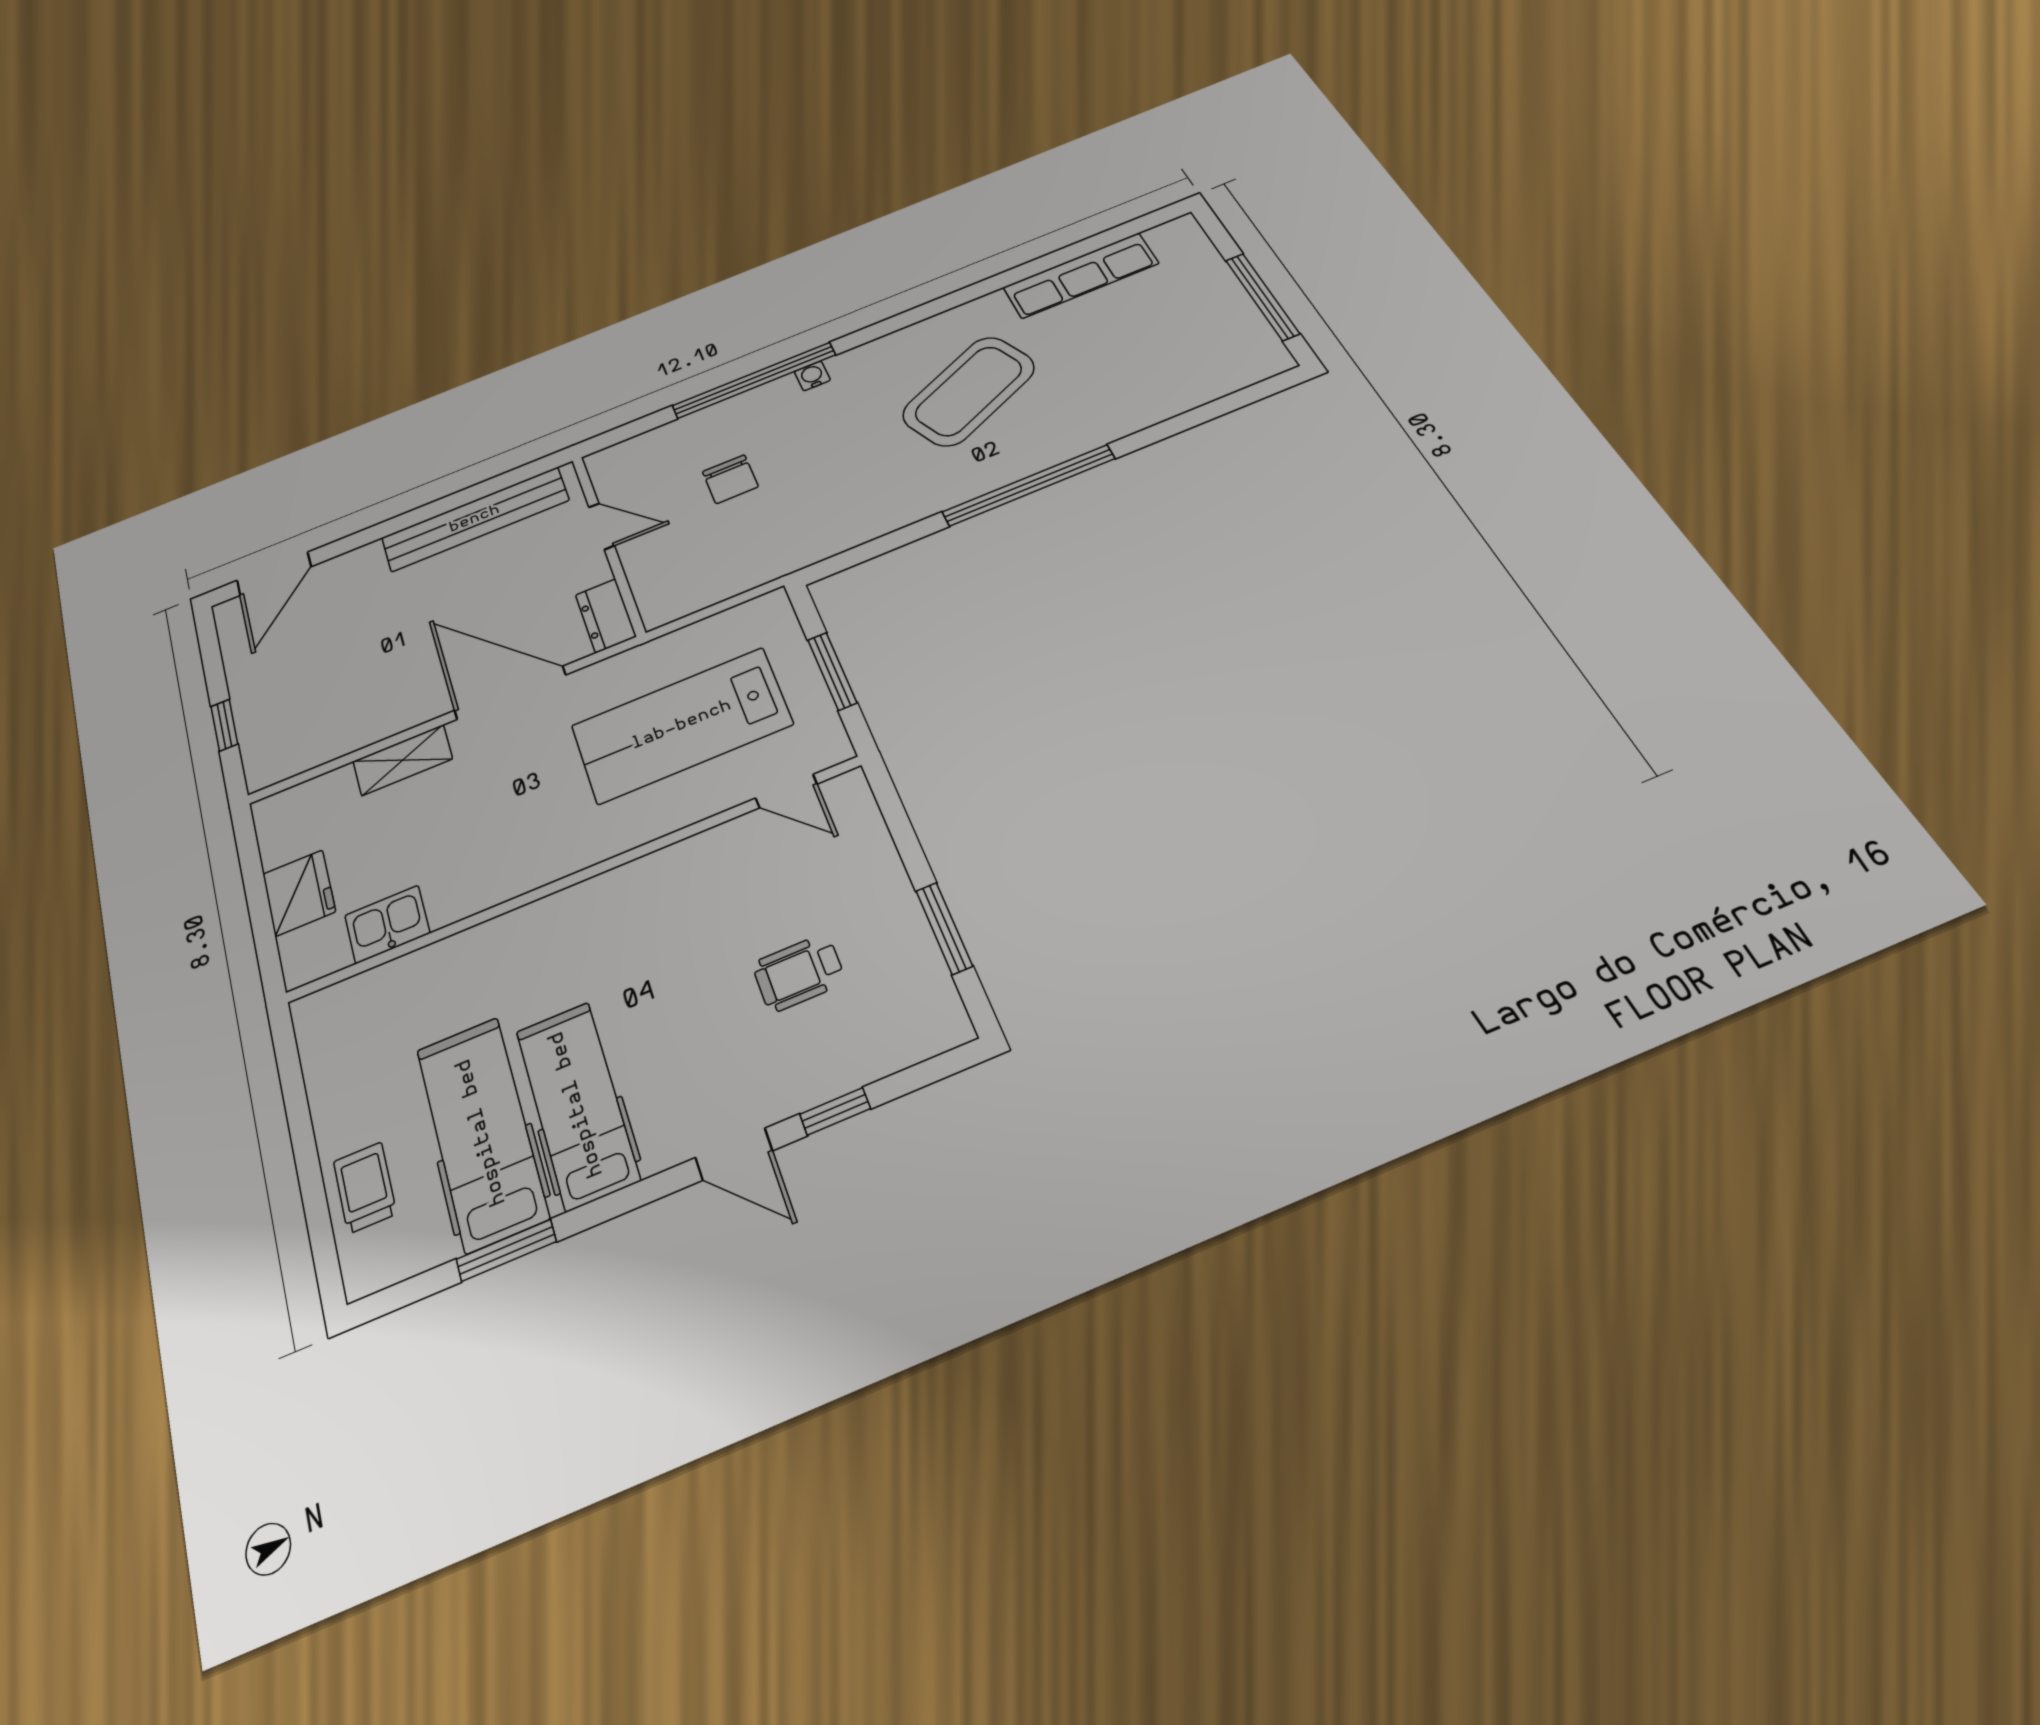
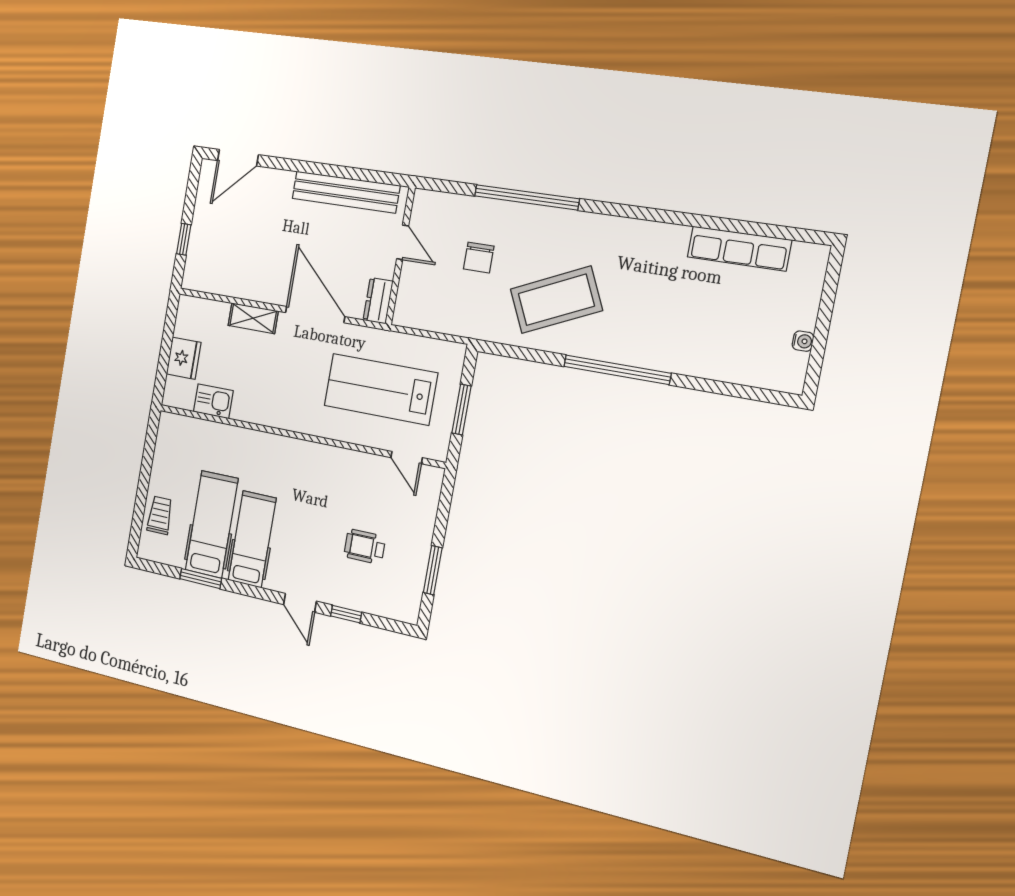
window: (1262, 297) -> (821, 336), removed
water cooler: (812, 376) -> (803, 341), moved, turned 90
coffee table: (969, 391) -> (556, 300), moved

